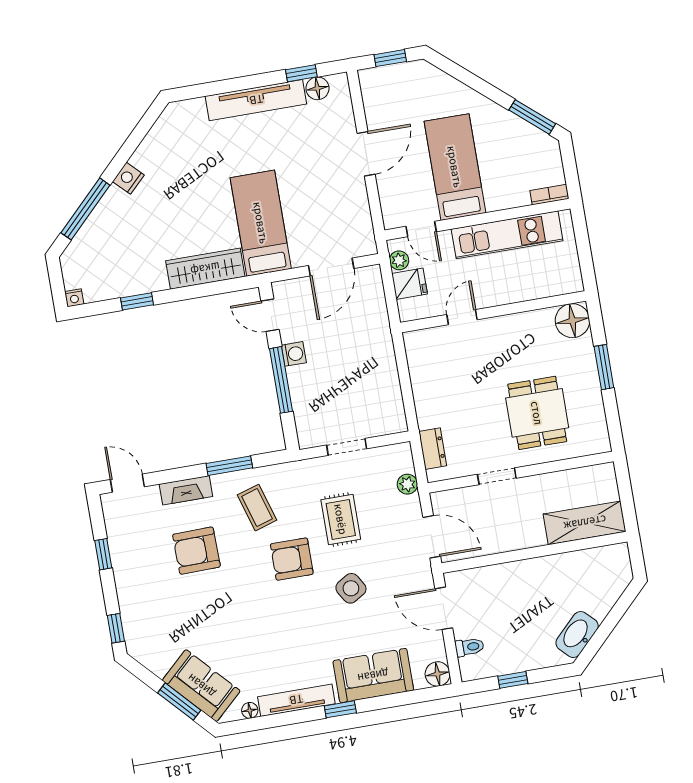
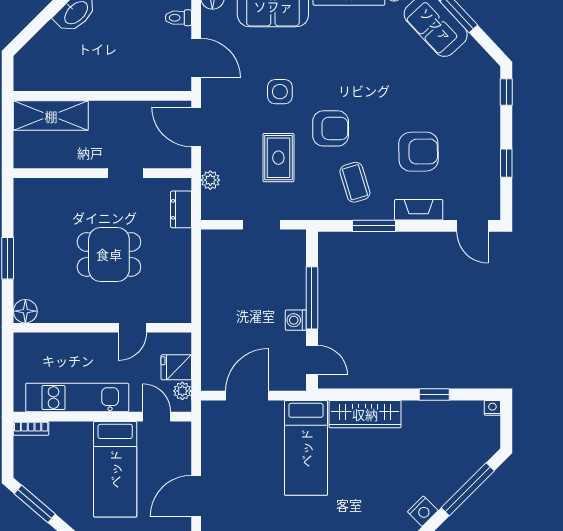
floor lamp: (572, 321) -> (25, 311), width x0.73, depth x0.73
dining table: (537, 413) -> (109, 254), moved, turned 90
side table: (351, 588) -> (280, 92), turned 31

